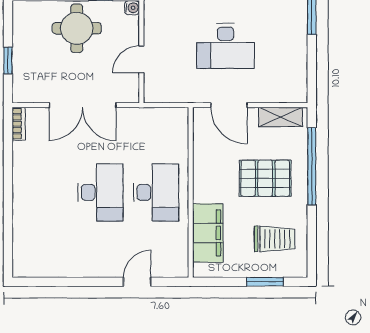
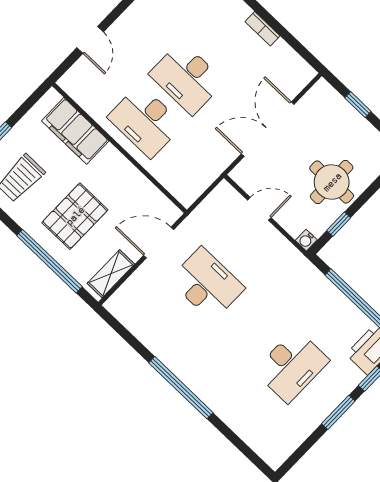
desk: (226, 46) -> (207, 284), turned 90
door: (141, 59) -> (259, 209), hinge flipped
bookcase: (19, 124) -> (263, 29), moved

